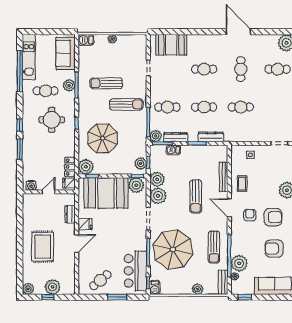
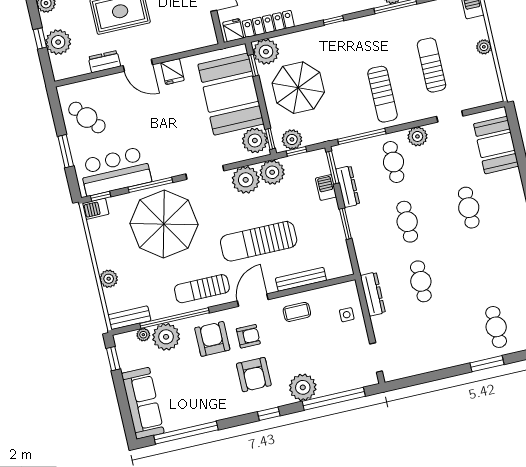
cafe table: (241, 69) -> (482, 267), removed
sun lounger: (106, 83) -> (431, 65), moved
plant: (156, 136) -> (417, 136), moved
dresser: (211, 137) -> (373, 294), moved
parasol: (103, 138) -> (298, 88), moved
locker: (70, 167) -> (268, 24), width x1.53
sun lounger: (196, 196) -> (259, 241), width x1.36, depth x1.34
dresser: (70, 214) -> (104, 62), moved
sun lounger: (214, 247) -> (202, 289), moved
armchair: (274, 249) -> (212, 339), moved

